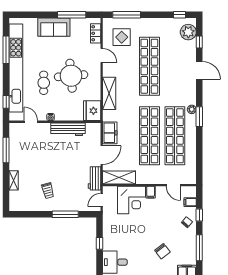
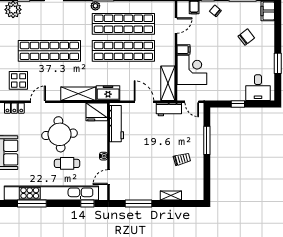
workbench: (68, 129) -> (116, 124), moved
freezer: (110, 133) -> (108, 93), moved

